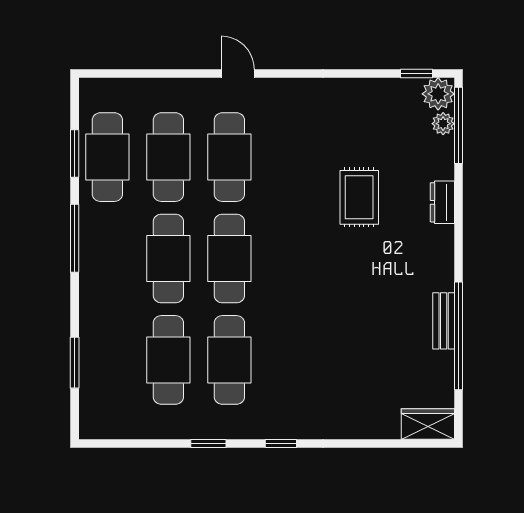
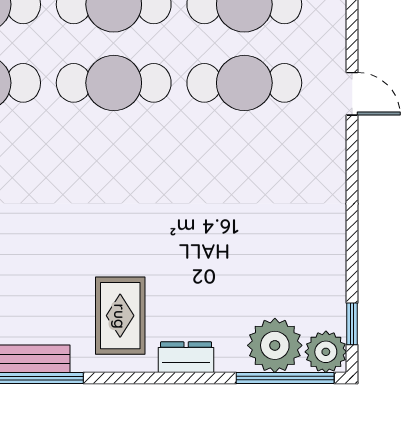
door: (238, 73) -> (352, 94), hinge flipped
plant: (443, 124) -> (275, 345), width x1.87, depth x1.87
rug: (359, 197) -> (120, 316), moved, turned 90

